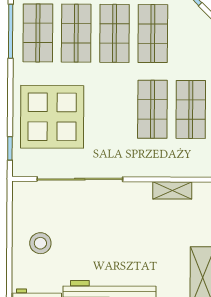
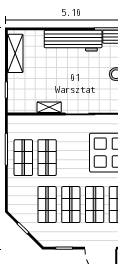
shelving: (172, 190) -> (49, 107), moved

